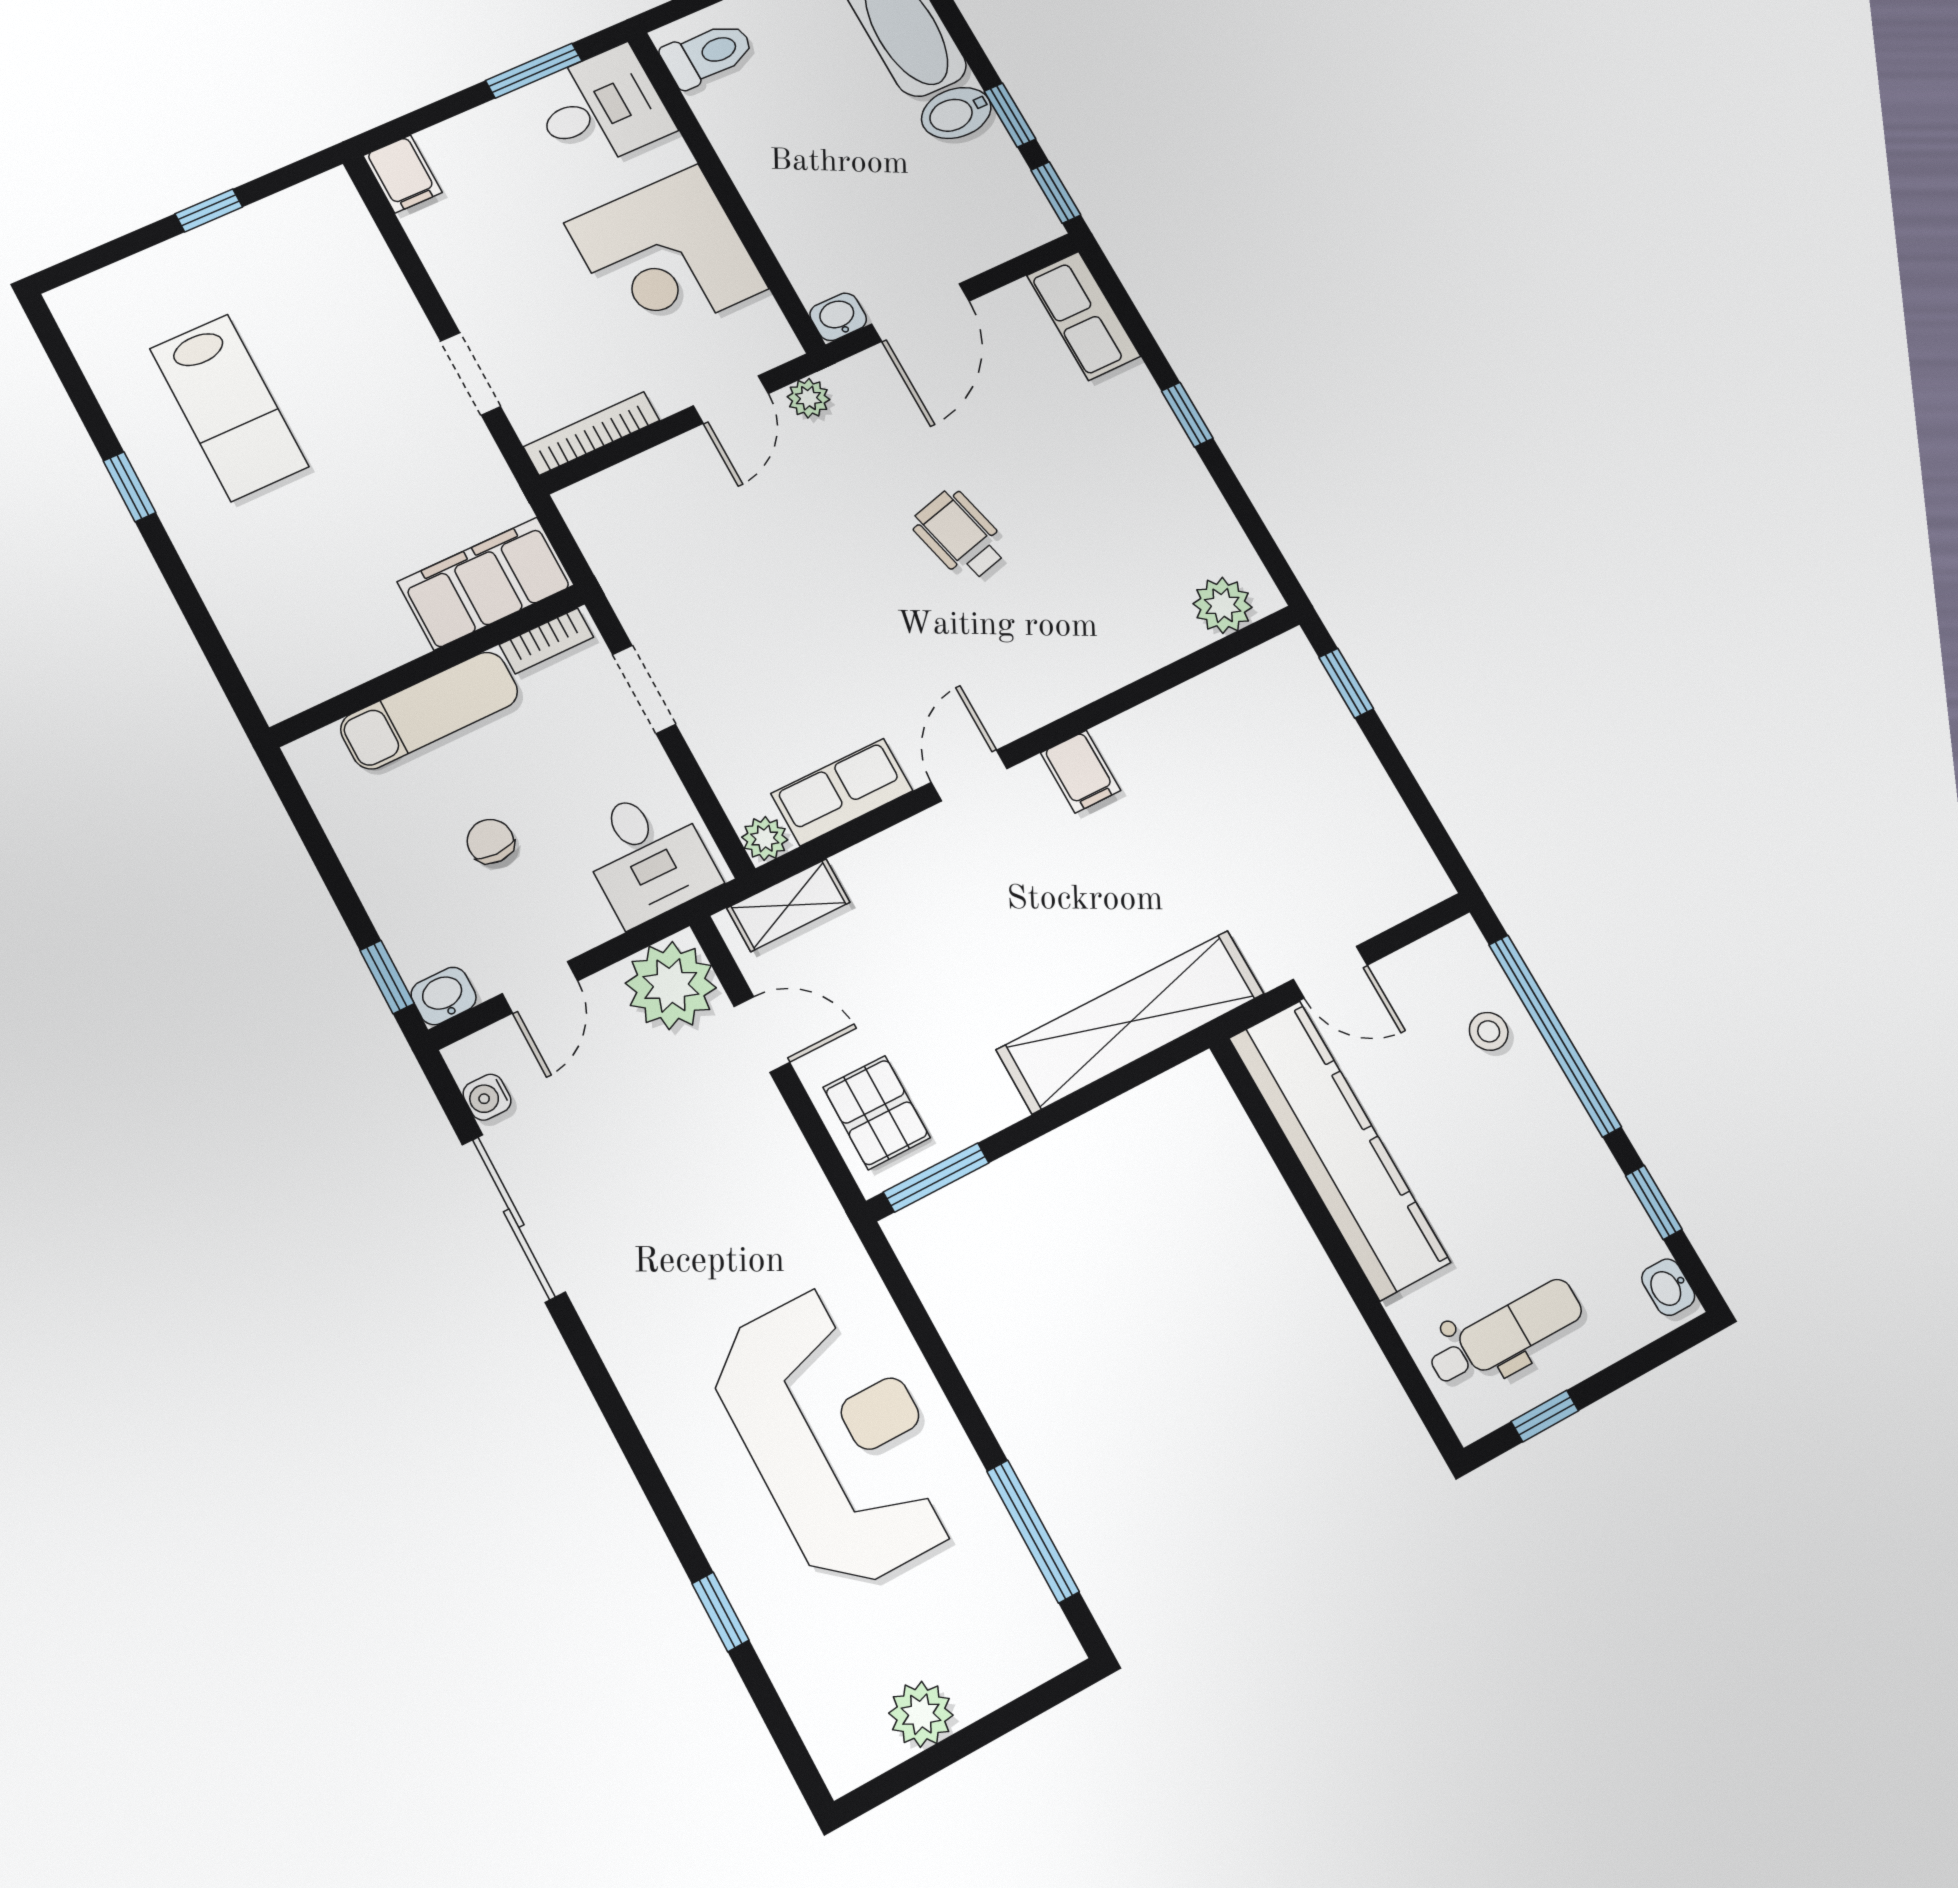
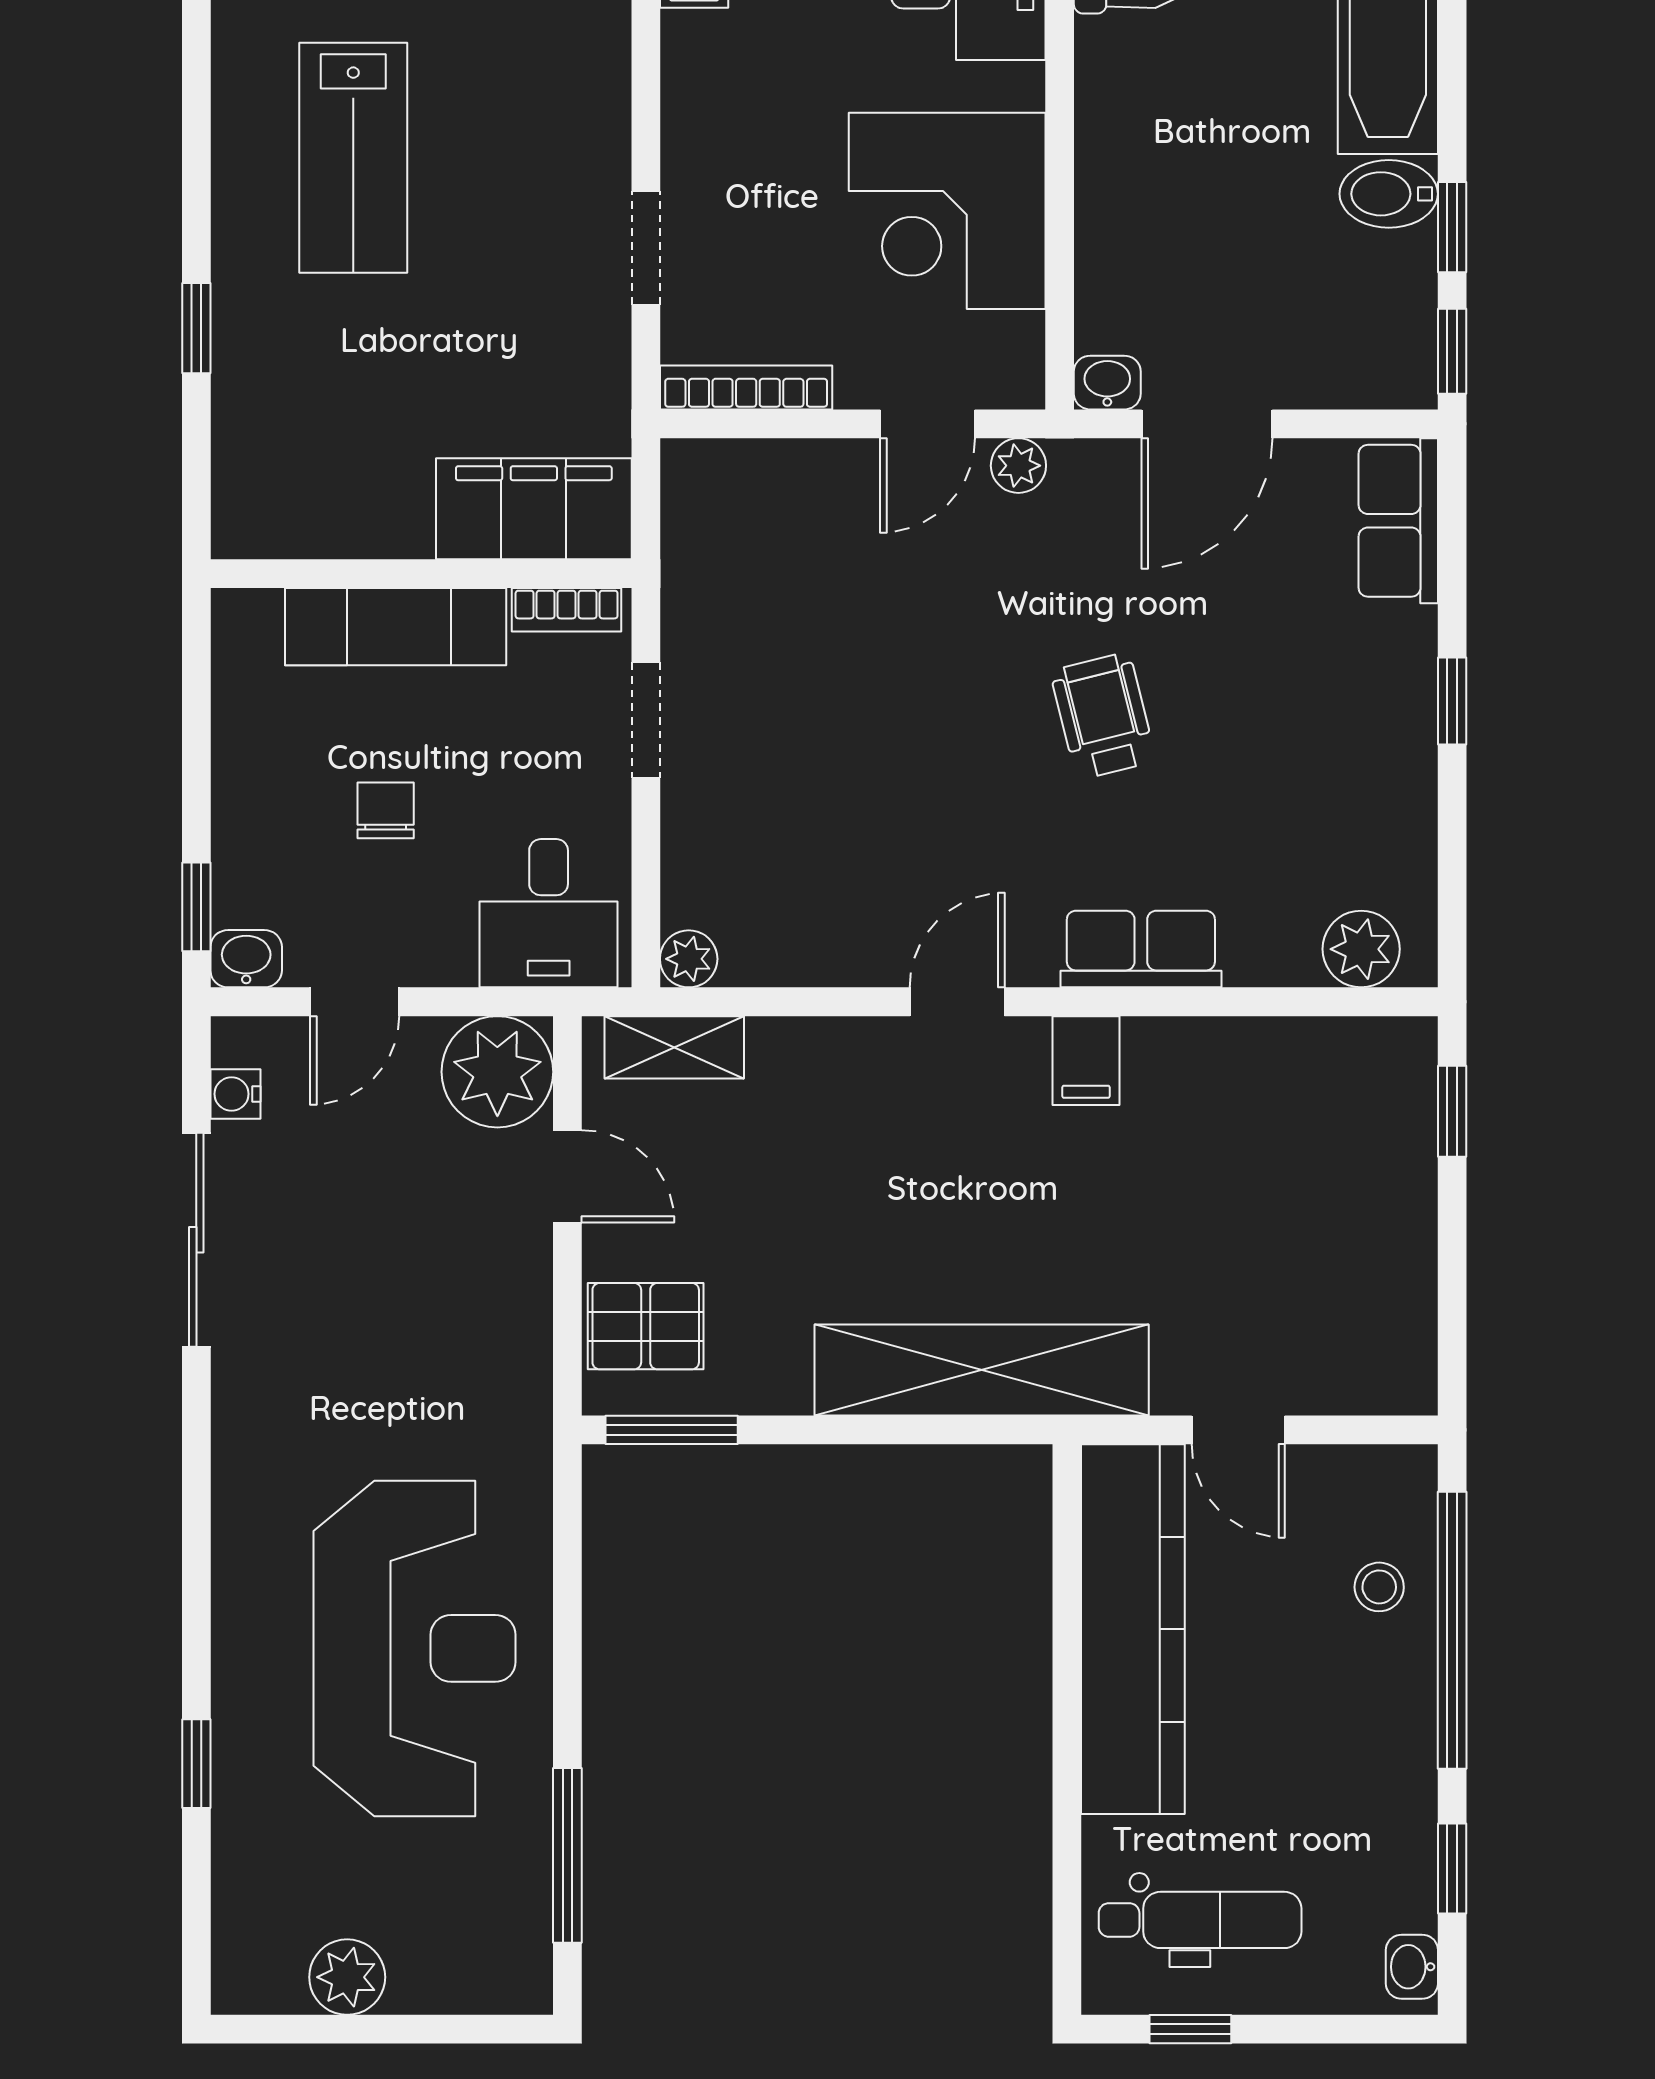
window: (129, 487) -> (196, 328), moved
row of seats: (842, 792) -> (1141, 949), moved
pallet: (877, 1113) -> (646, 1326), turned 90

